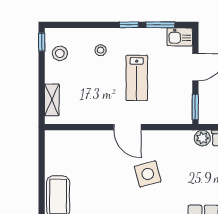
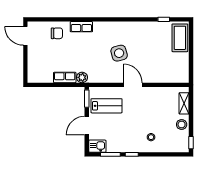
stool: (60, 53) -> (182, 124), moved
lab bench: (137, 78) -> (107, 106), moved, turned 90

